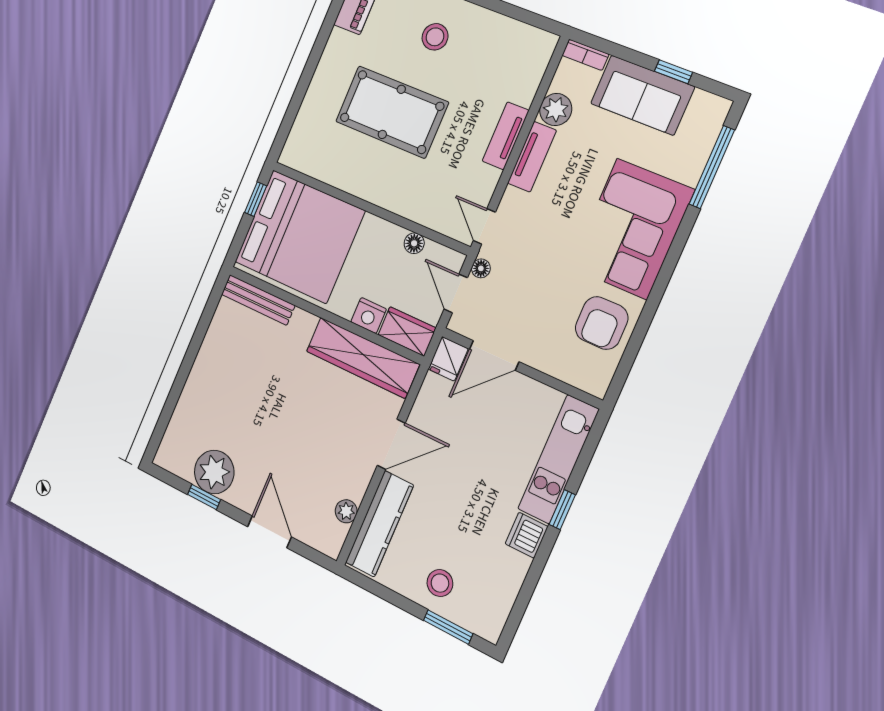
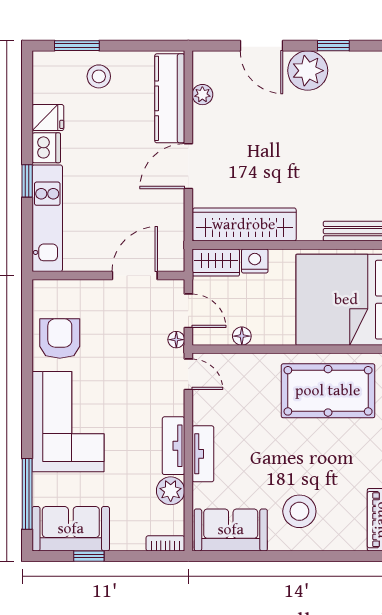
stool: (435, 37) -> (299, 511), width x1.38, depth x1.38
sofa: (512, 44) -> (231, 530), added
sofa: (642, 95) -> (71, 529), moved
pool table: (392, 112) -> (328, 391), moved
fridge: (448, 359) -> (48, 118), moved, turned 90
plant: (214, 472) -> (308, 71), moved

